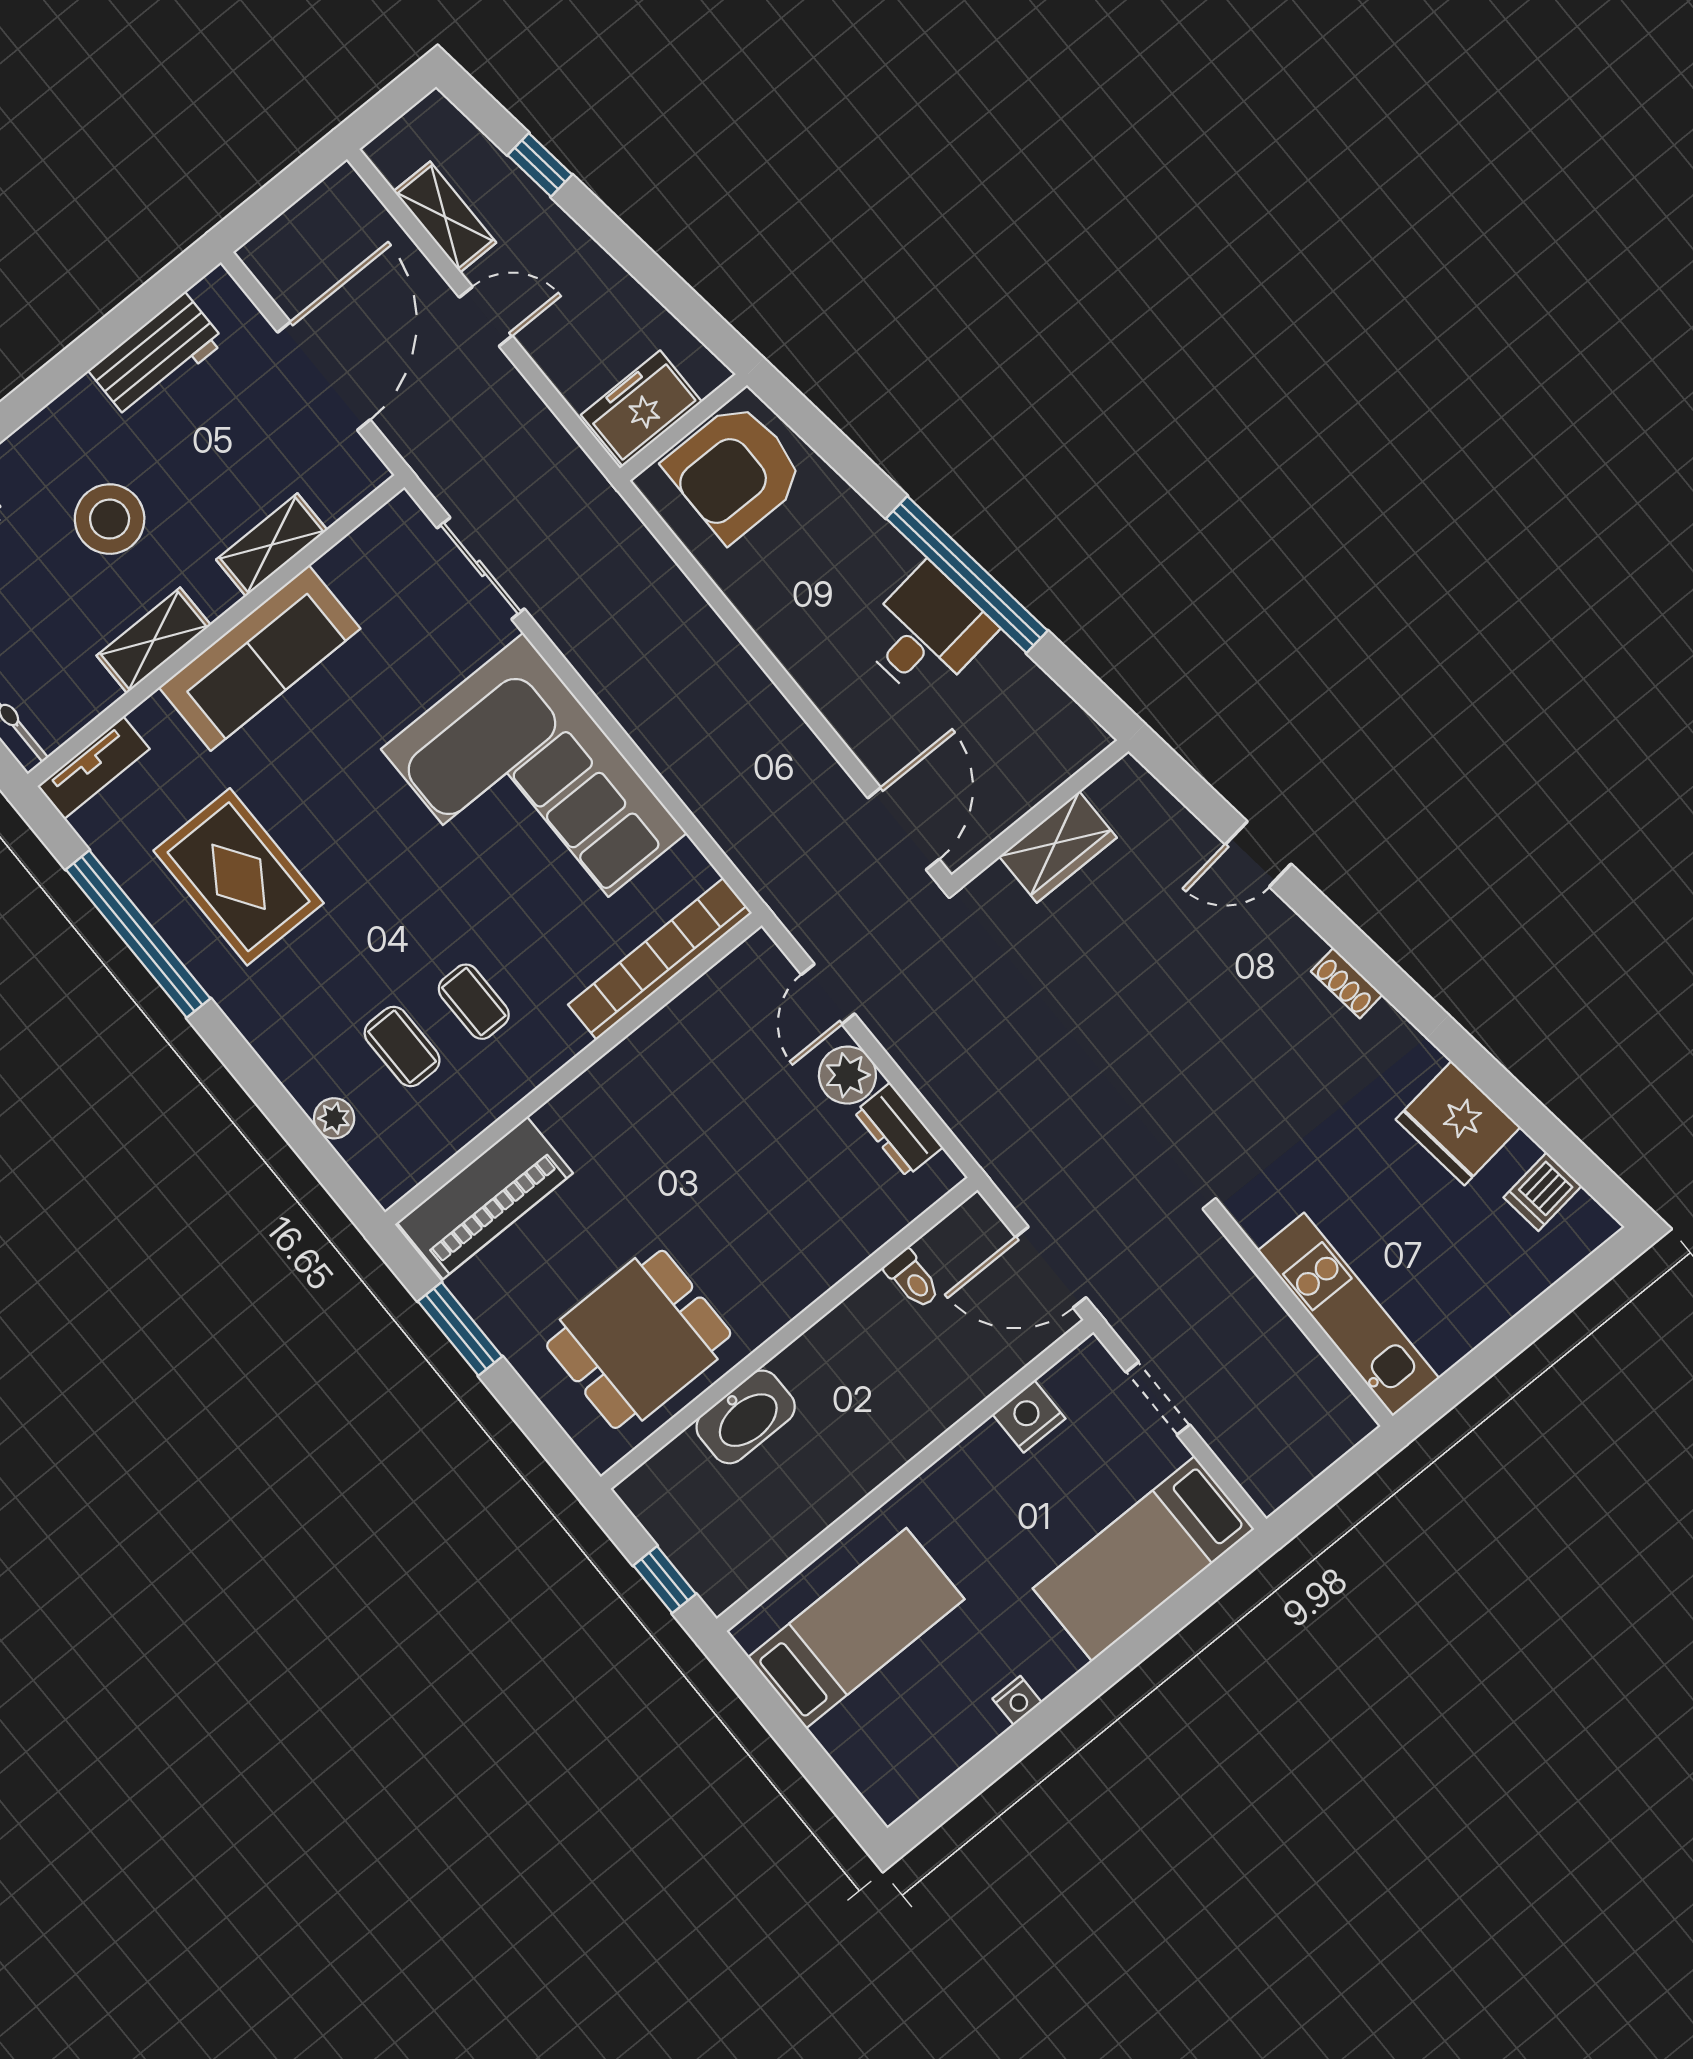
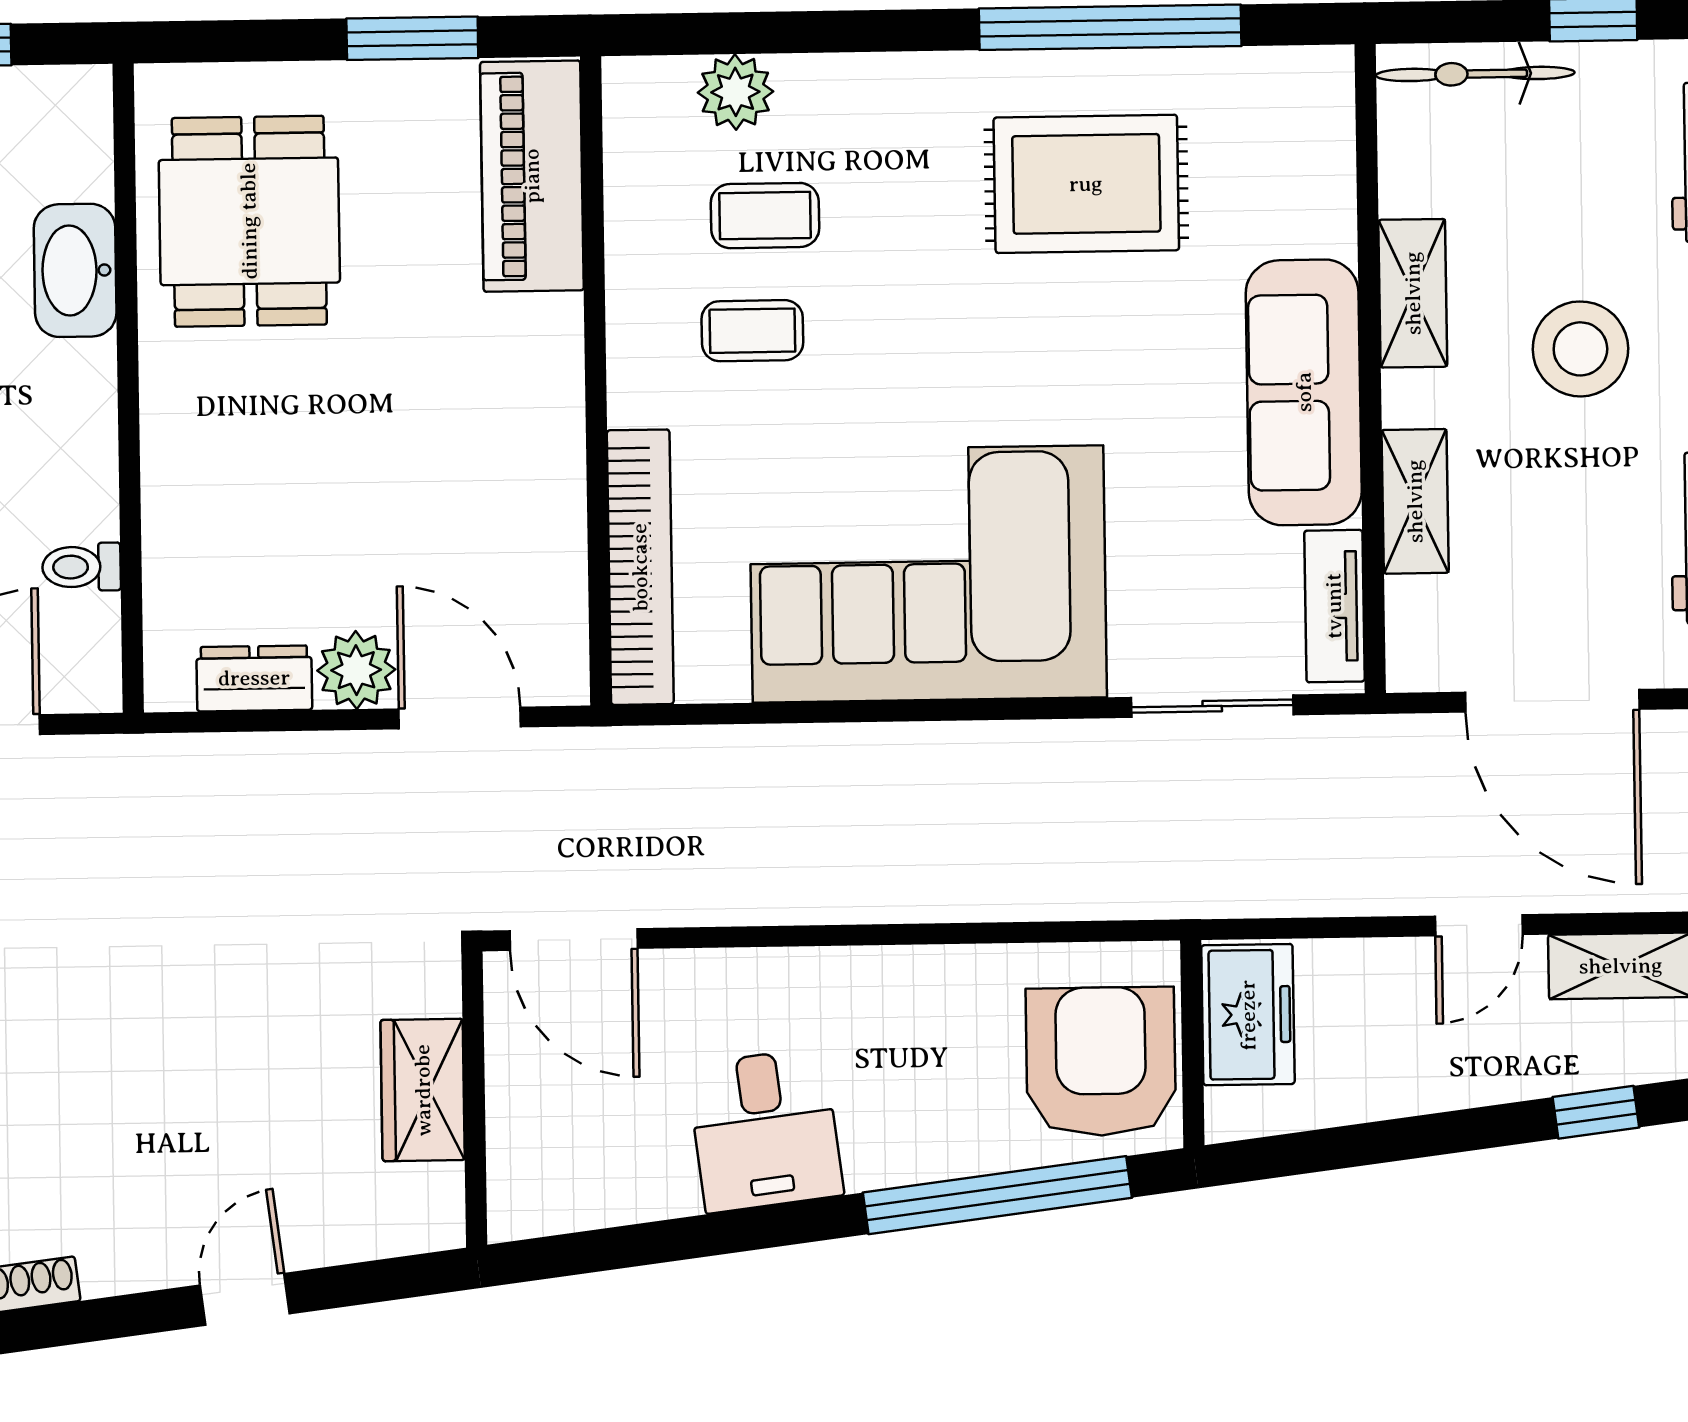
window: (967, 574) -> (997, 1195), moved
tv unit: (94, 768) -> (1334, 606), moved
door: (828, 994) -> (460, 718), width x1.38
plant: (334, 1118) -> (735, 92), width x1.38, depth x1.38

